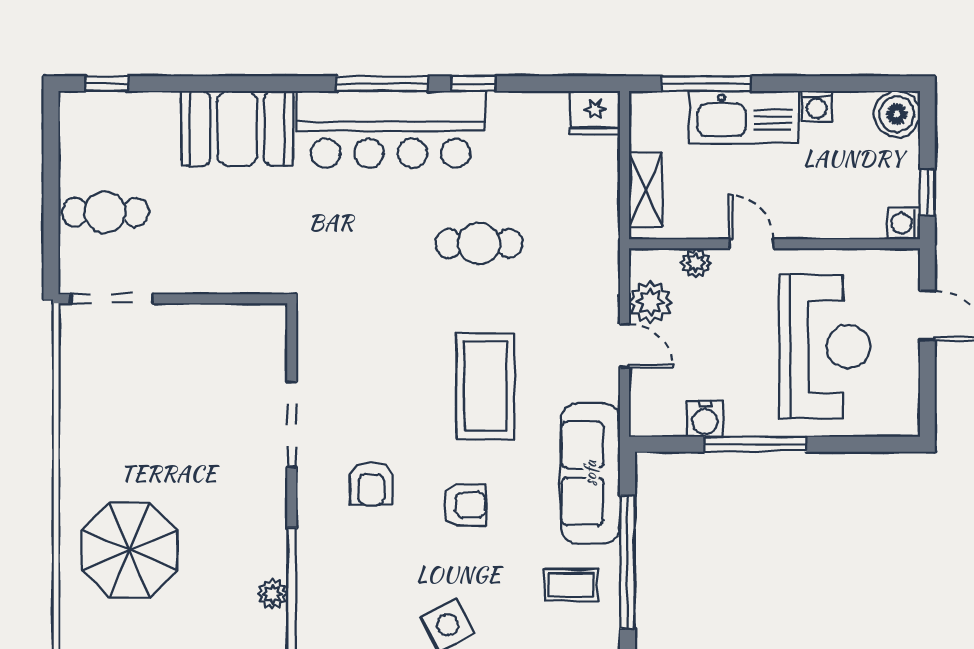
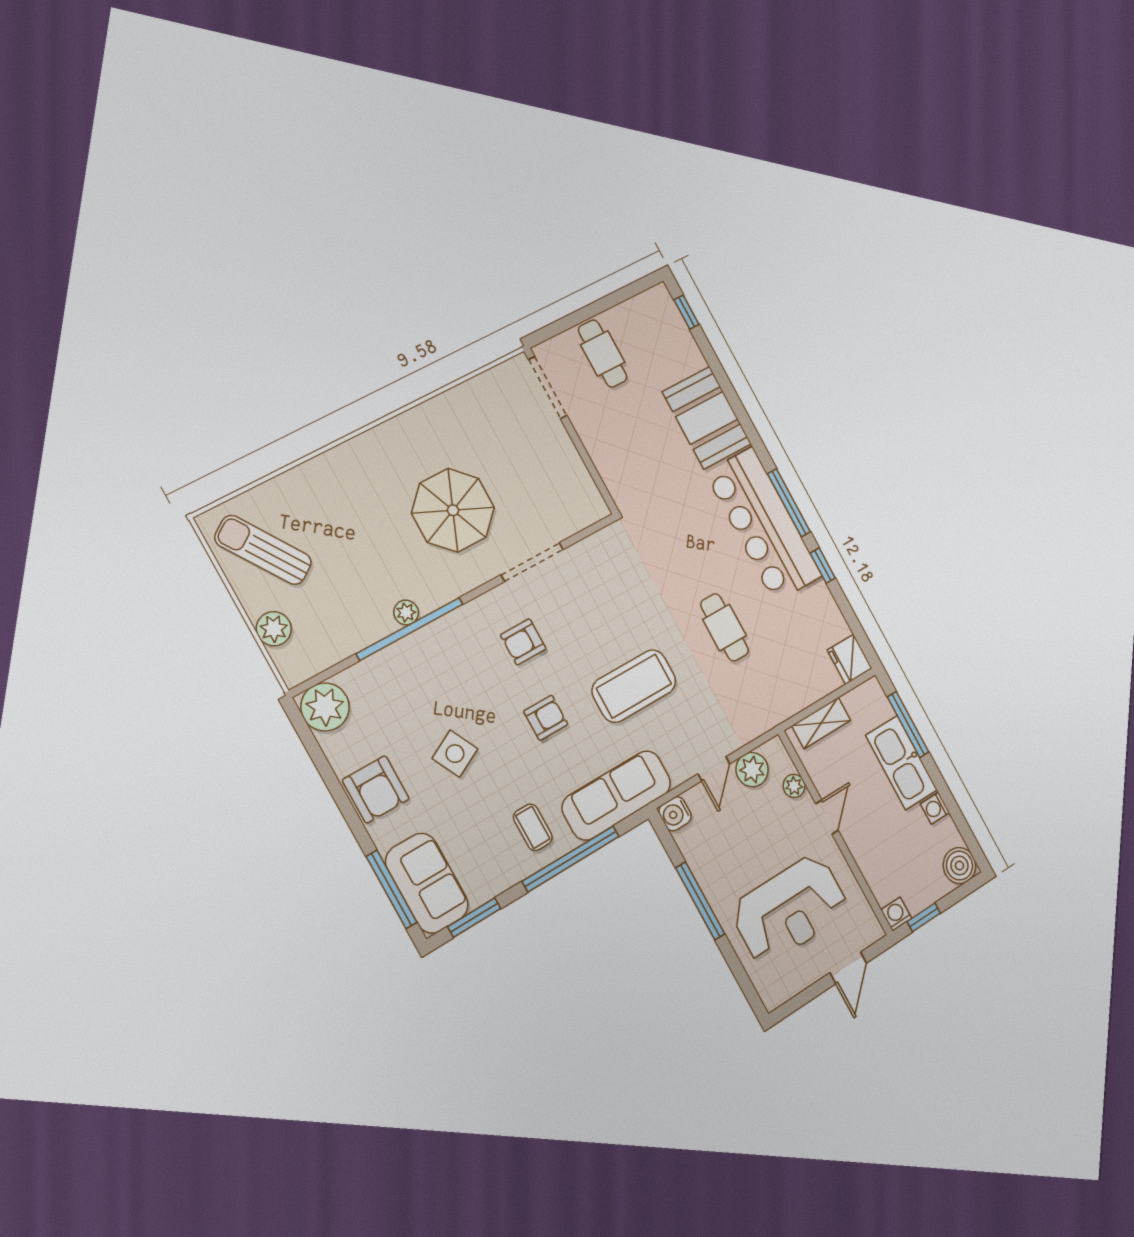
water cooler: (705, 419) -> (675, 814), moved
armchair: (465, 505) -> (546, 718), turned -90
parasol: (129, 550) -> (453, 510), moved

